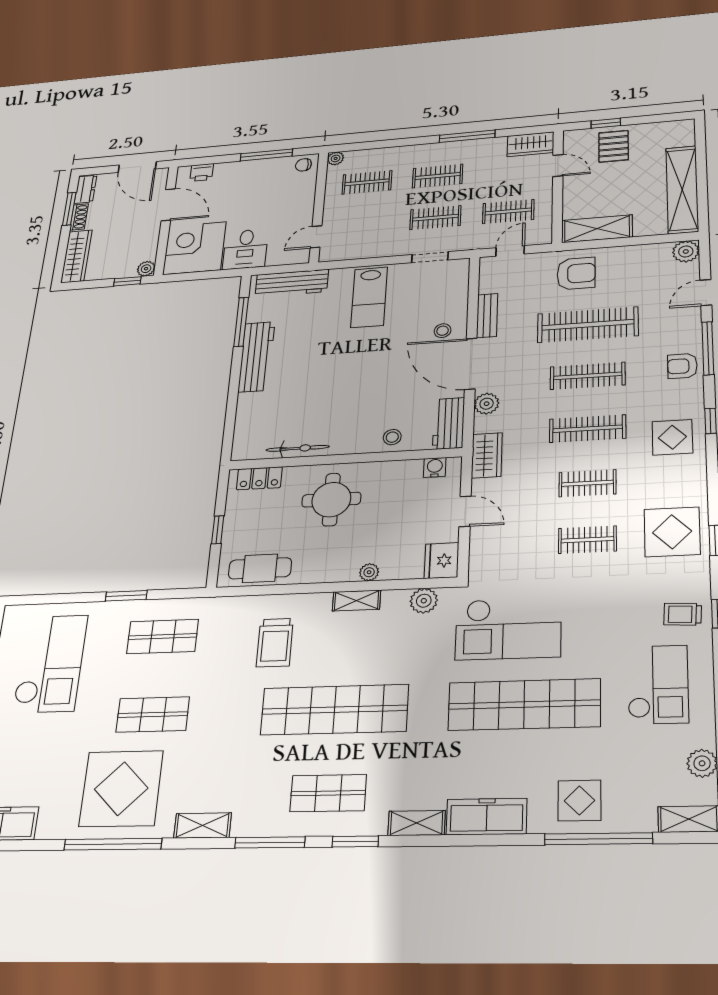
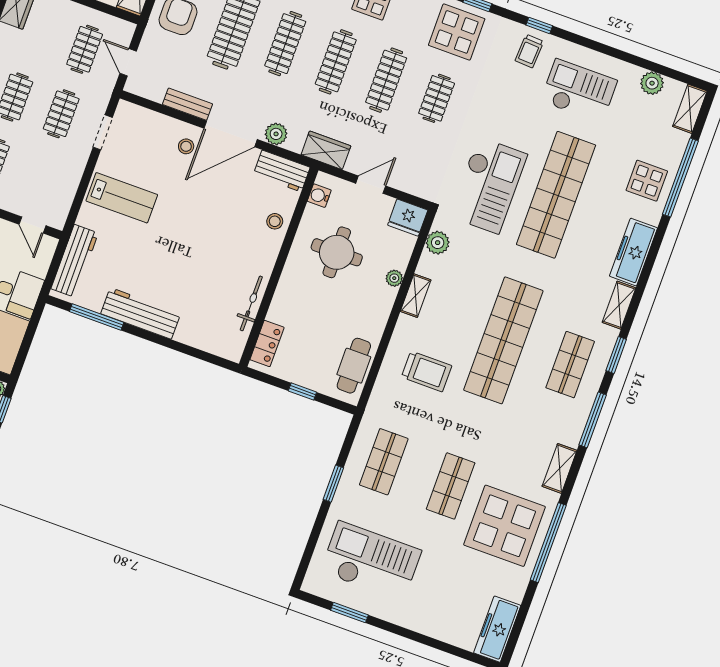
clothes rail: (587, 483) -> (386, 80), width x1.36
round table: (331, 500) -> (337, 252), moved

